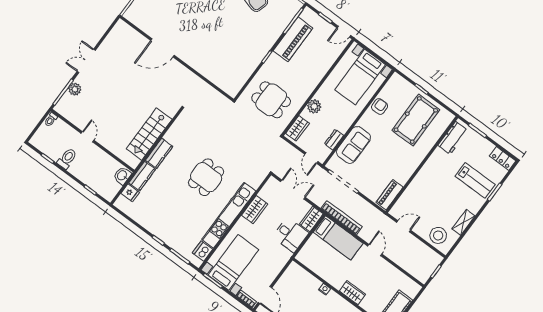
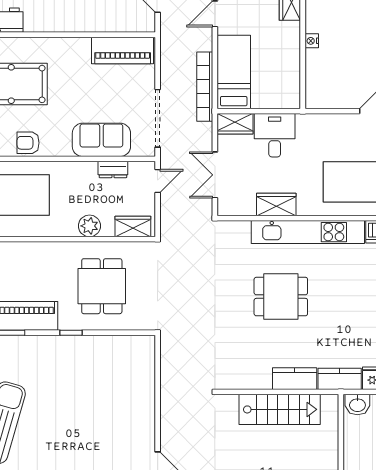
dining table: (271, 100) -> (102, 286), moved
piano: (390, 195) -> (123, 50), width x1.37, depth x1.33

